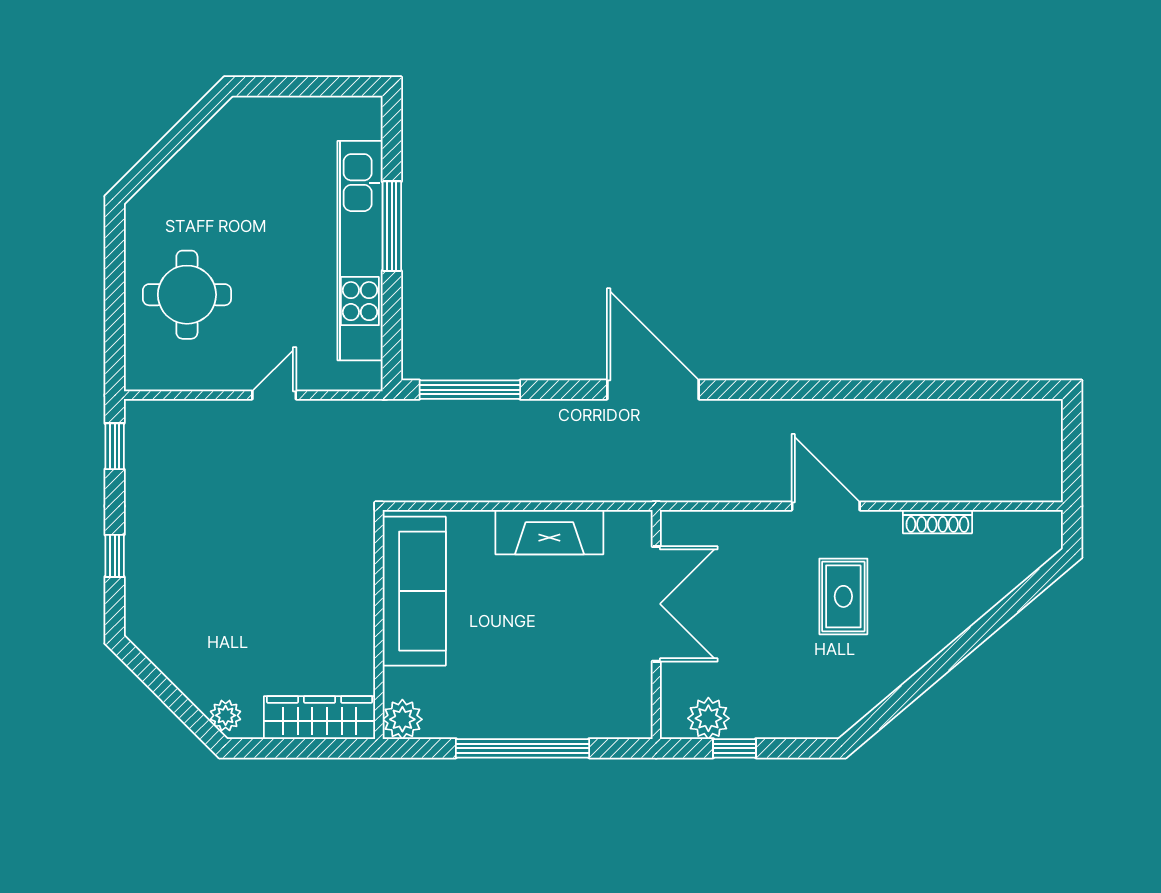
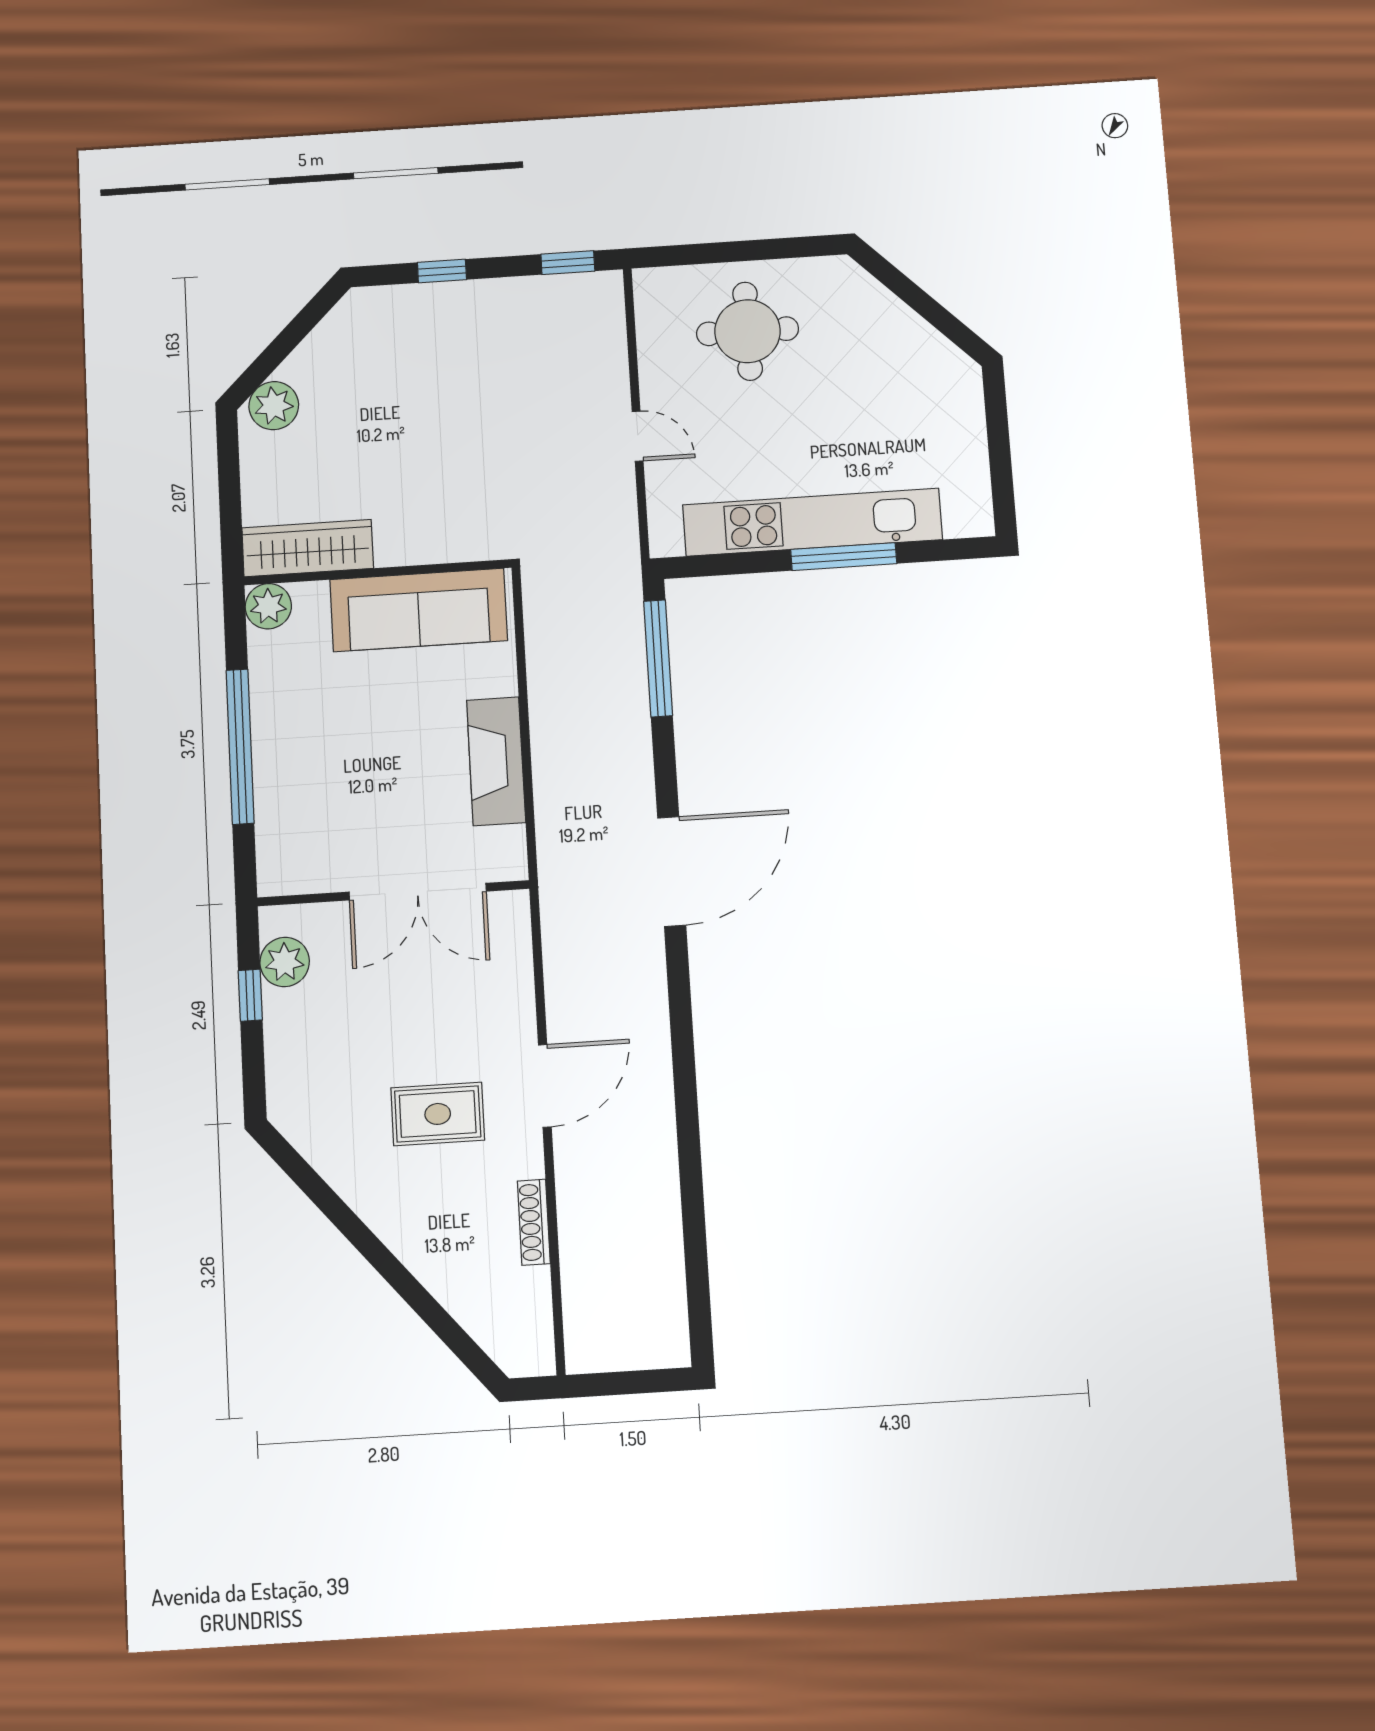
plant: (226, 715) -> (274, 406), width x1.38, depth x1.38
wardrobe: (320, 718) -> (308, 548), moved, turned -90

